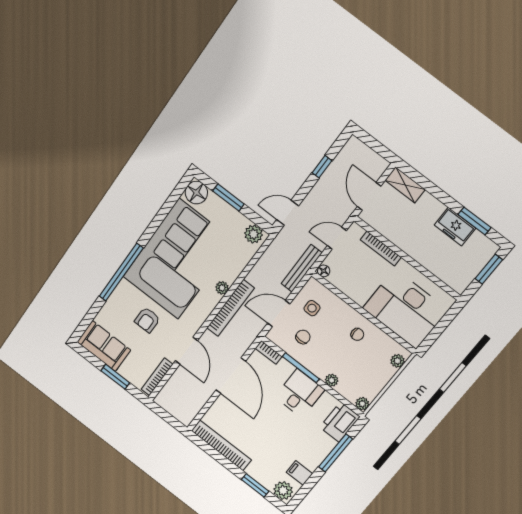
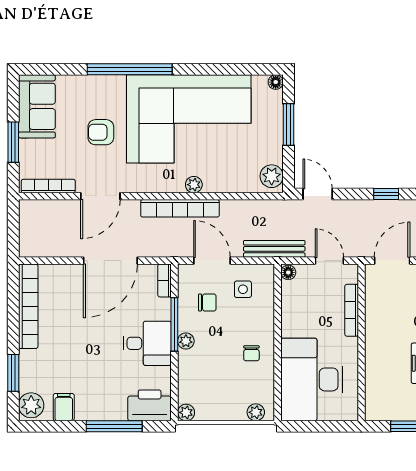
floor lamp: (196, 193) -> (276, 82), width x0.53, depth x0.53
plant: (332, 380) -> (186, 341), moved

